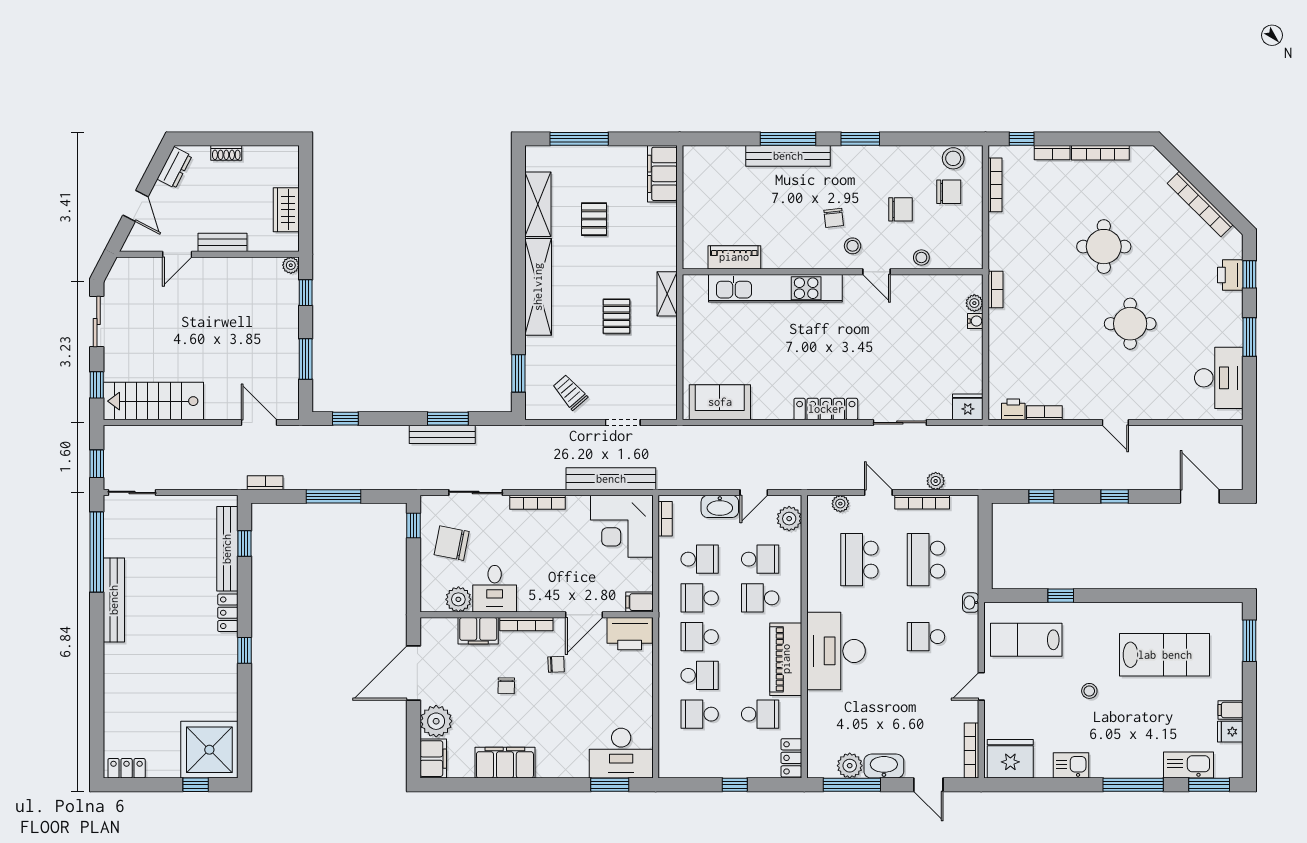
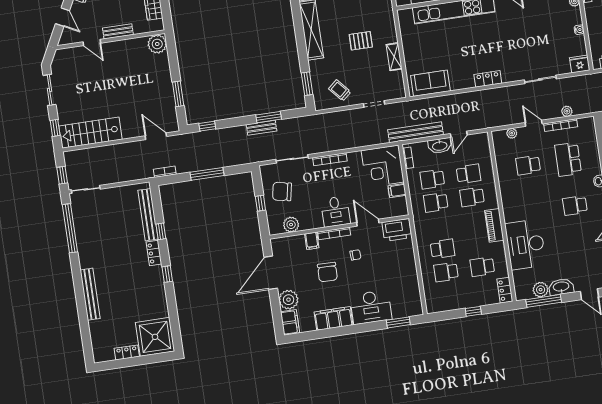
door: (177, 254) -> (92, 42), hinge flipped
plant: (291, 265) -> (157, 44), width x1.88, depth x1.88
window: (306, 293) -> (172, 54), removed
shelving: (667, 294) -> (394, 57), moved
pallet: (616, 316) -> (361, 41), turned 90
water cooler: (975, 321) -> (579, 30), moved
locker: (826, 409) -> (488, 79), width x0.66
bench: (442, 434) -> (261, 128), width x0.73
bench: (611, 479) -> (416, 132), moved
plant: (789, 519) -> (482, 147), removed
window: (414, 525) -> (260, 203), moved
window: (244, 544) -> (161, 231), moved
school desk: (700, 559) -> (432, 179), turned 180
school desk: (859, 560) -> (528, 165), width x0.54
desk: (495, 589) -> (335, 212), moved
bench: (114, 600) -> (90, 294), moved
filing cabinet: (639, 602) -> (397, 191), moved
door: (584, 615) -> (368, 223), swing flipped
filing cabinet: (478, 631) -> (312, 241), width x0.50
school desk: (700, 637) -> (439, 226), removed
desk: (836, 651) -> (525, 244), moved
piano: (786, 659) -> (494, 225), width x0.73, depth x0.75
chair: (506, 686) -> (327, 272), width x1.87, depth x1.87
school desk: (760, 714) -> (482, 267), turned 180
desk: (621, 753) -> (371, 307), moved
locker: (127, 768) -> (127, 352), moved
window: (196, 785) -> (150, 359), removed

